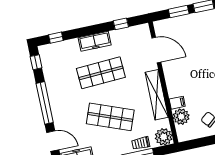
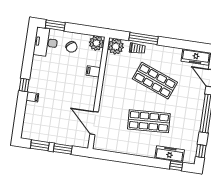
window: (121, 24) -> (116, 157), removed
freezer: (95, 41) -> (170, 154), moved
shelving: (157, 95) -> (108, 85), removed
plant: (181, 117) -> (96, 43), moved

